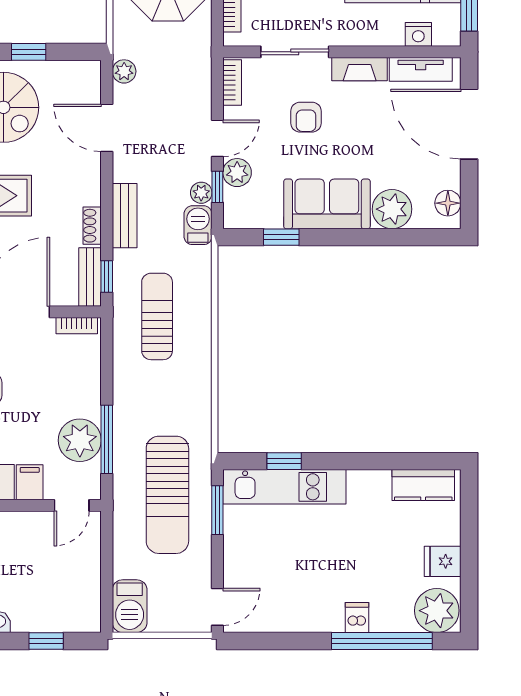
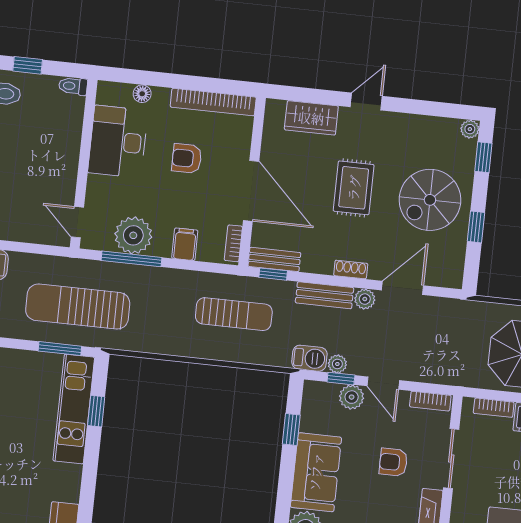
plant: (124, 71) -> (365, 299), moved
shoe rack: (92, 226) -> (351, 269), moved
filing cabinet: (30, 482) -> (185, 244), moved, turned -90

